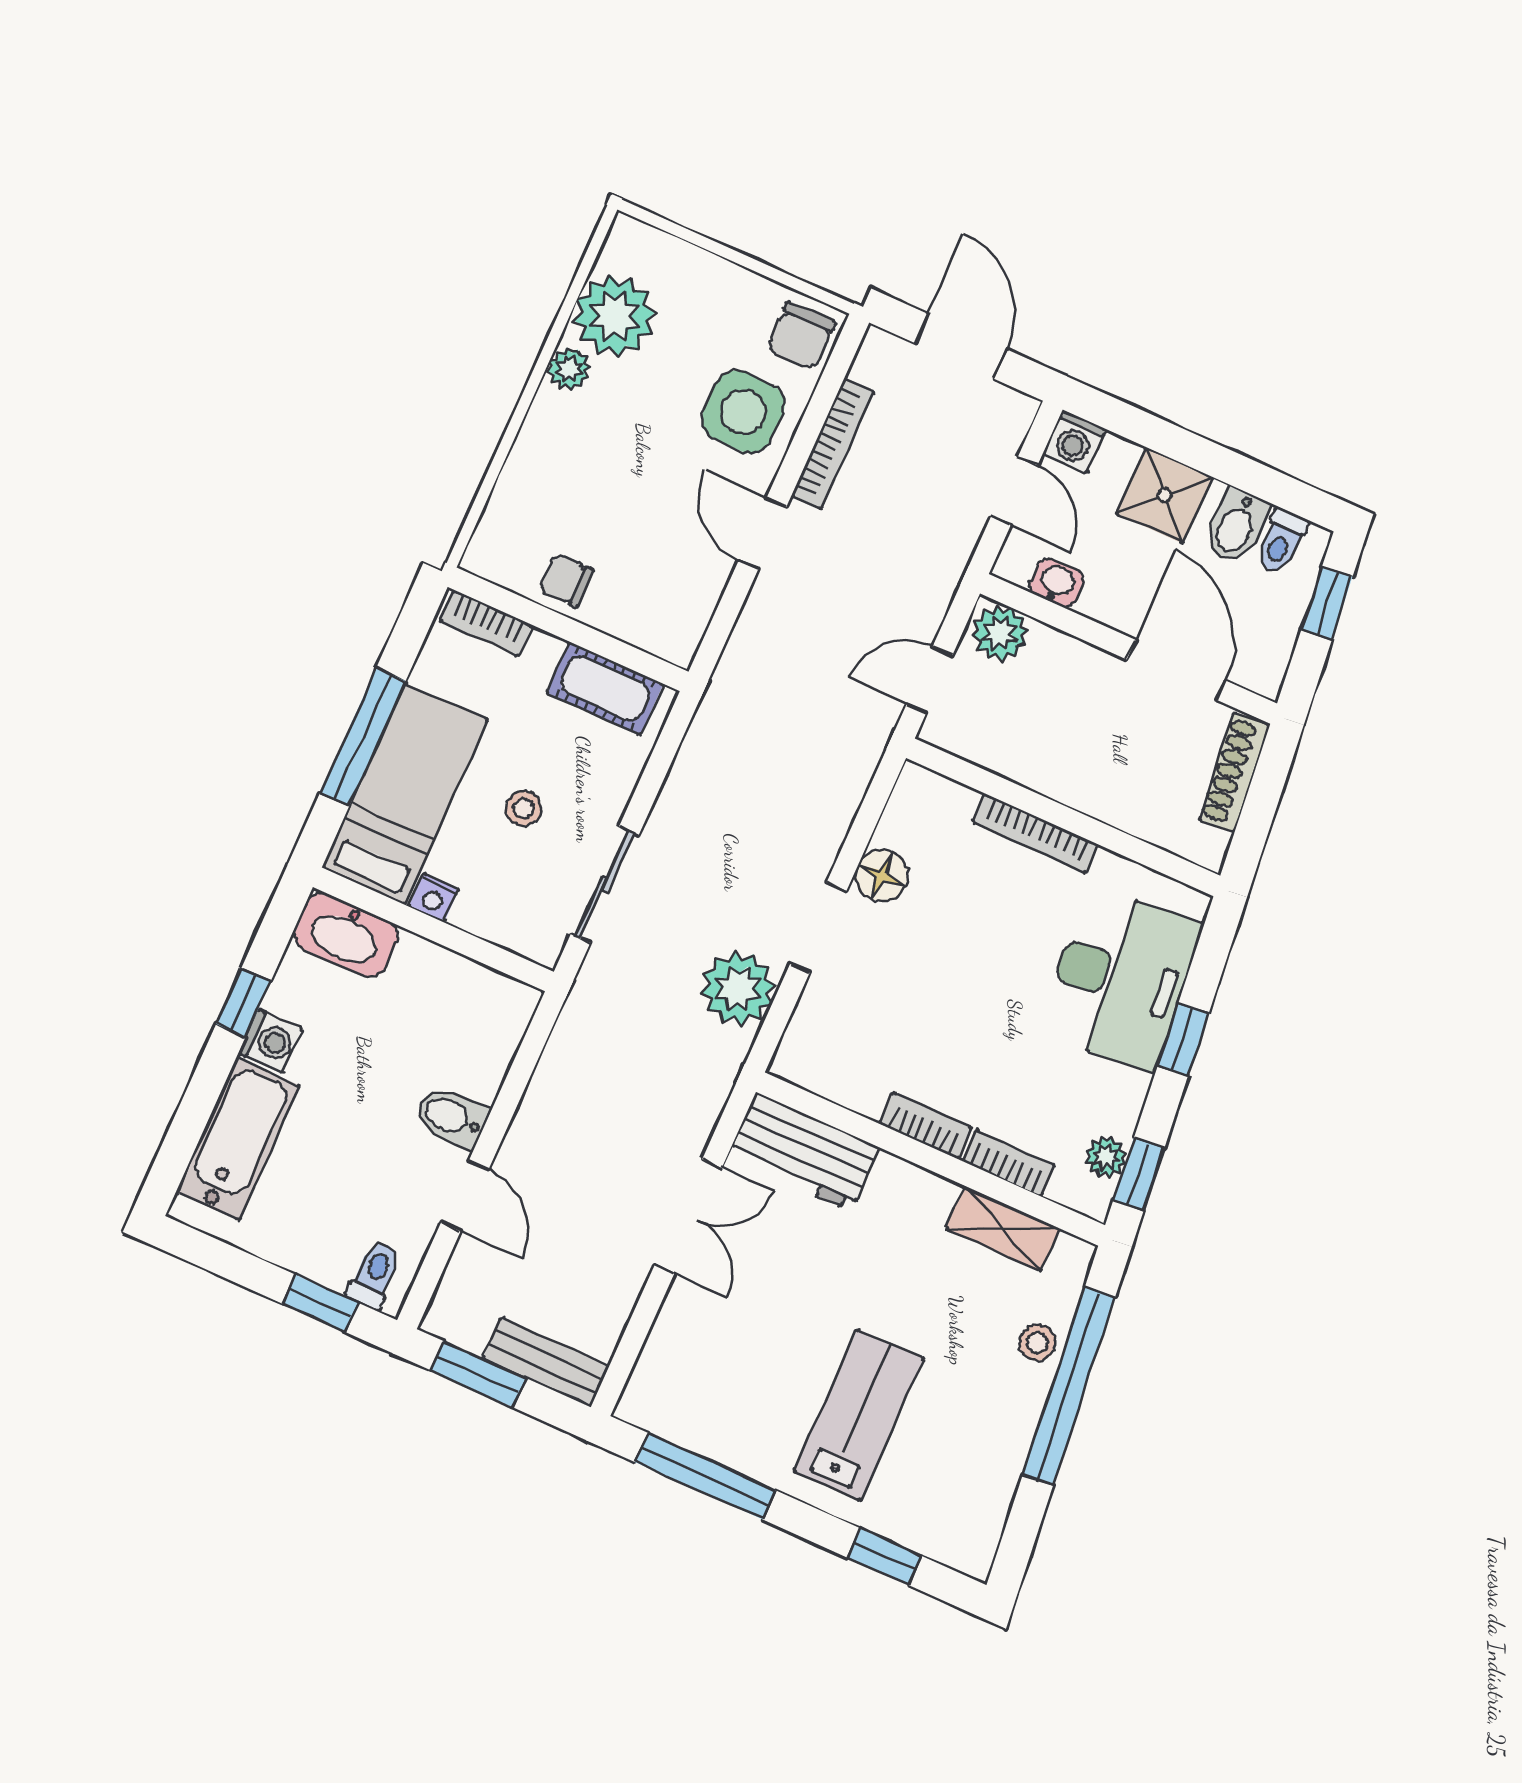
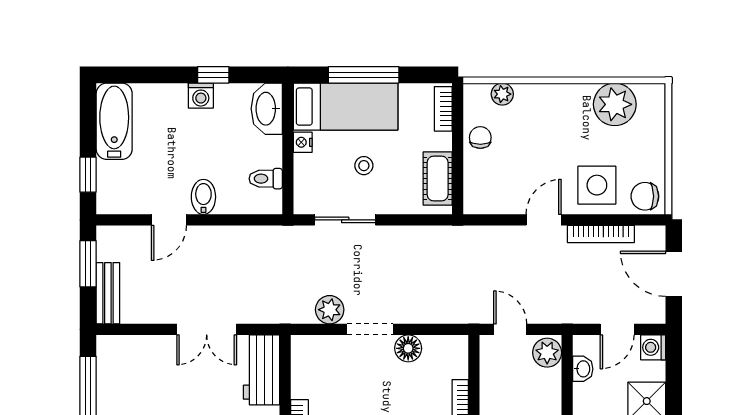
door: (961, 346) -> (674, 274), swing flipped
plant: (569, 369) -> (502, 94), moved
plant: (738, 988) -> (330, 310), width x0.73, depth x0.73
bathtub: (238, 1139) -> (114, 121), moved, turned -90
toilet: (374, 1275) -> (266, 179), moved, turned 180

